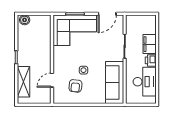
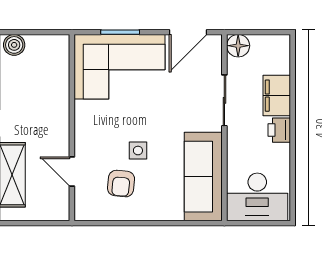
floor lamp: (131, 20) -> (238, 46), added
door: (52, 80) -> (72, 171), hinge flipped
desk: (145, 82) -> (257, 197), moved, turned 90

